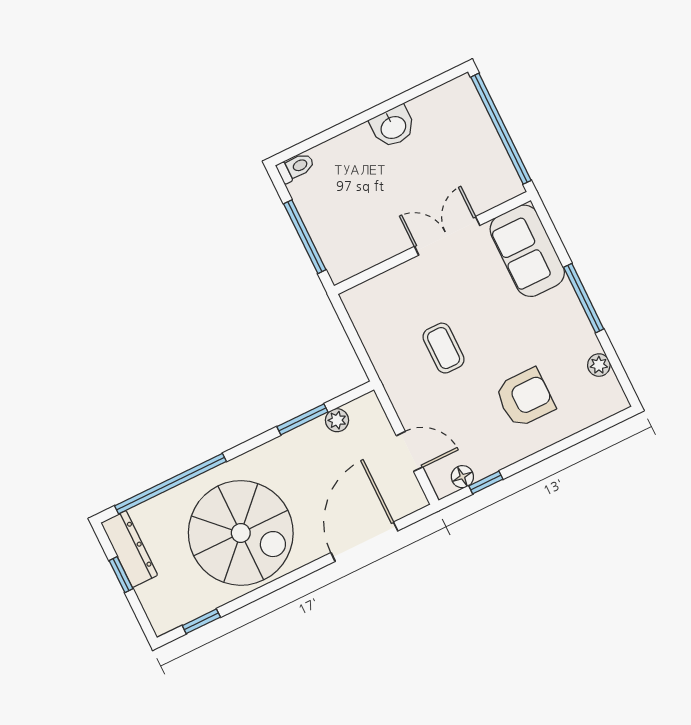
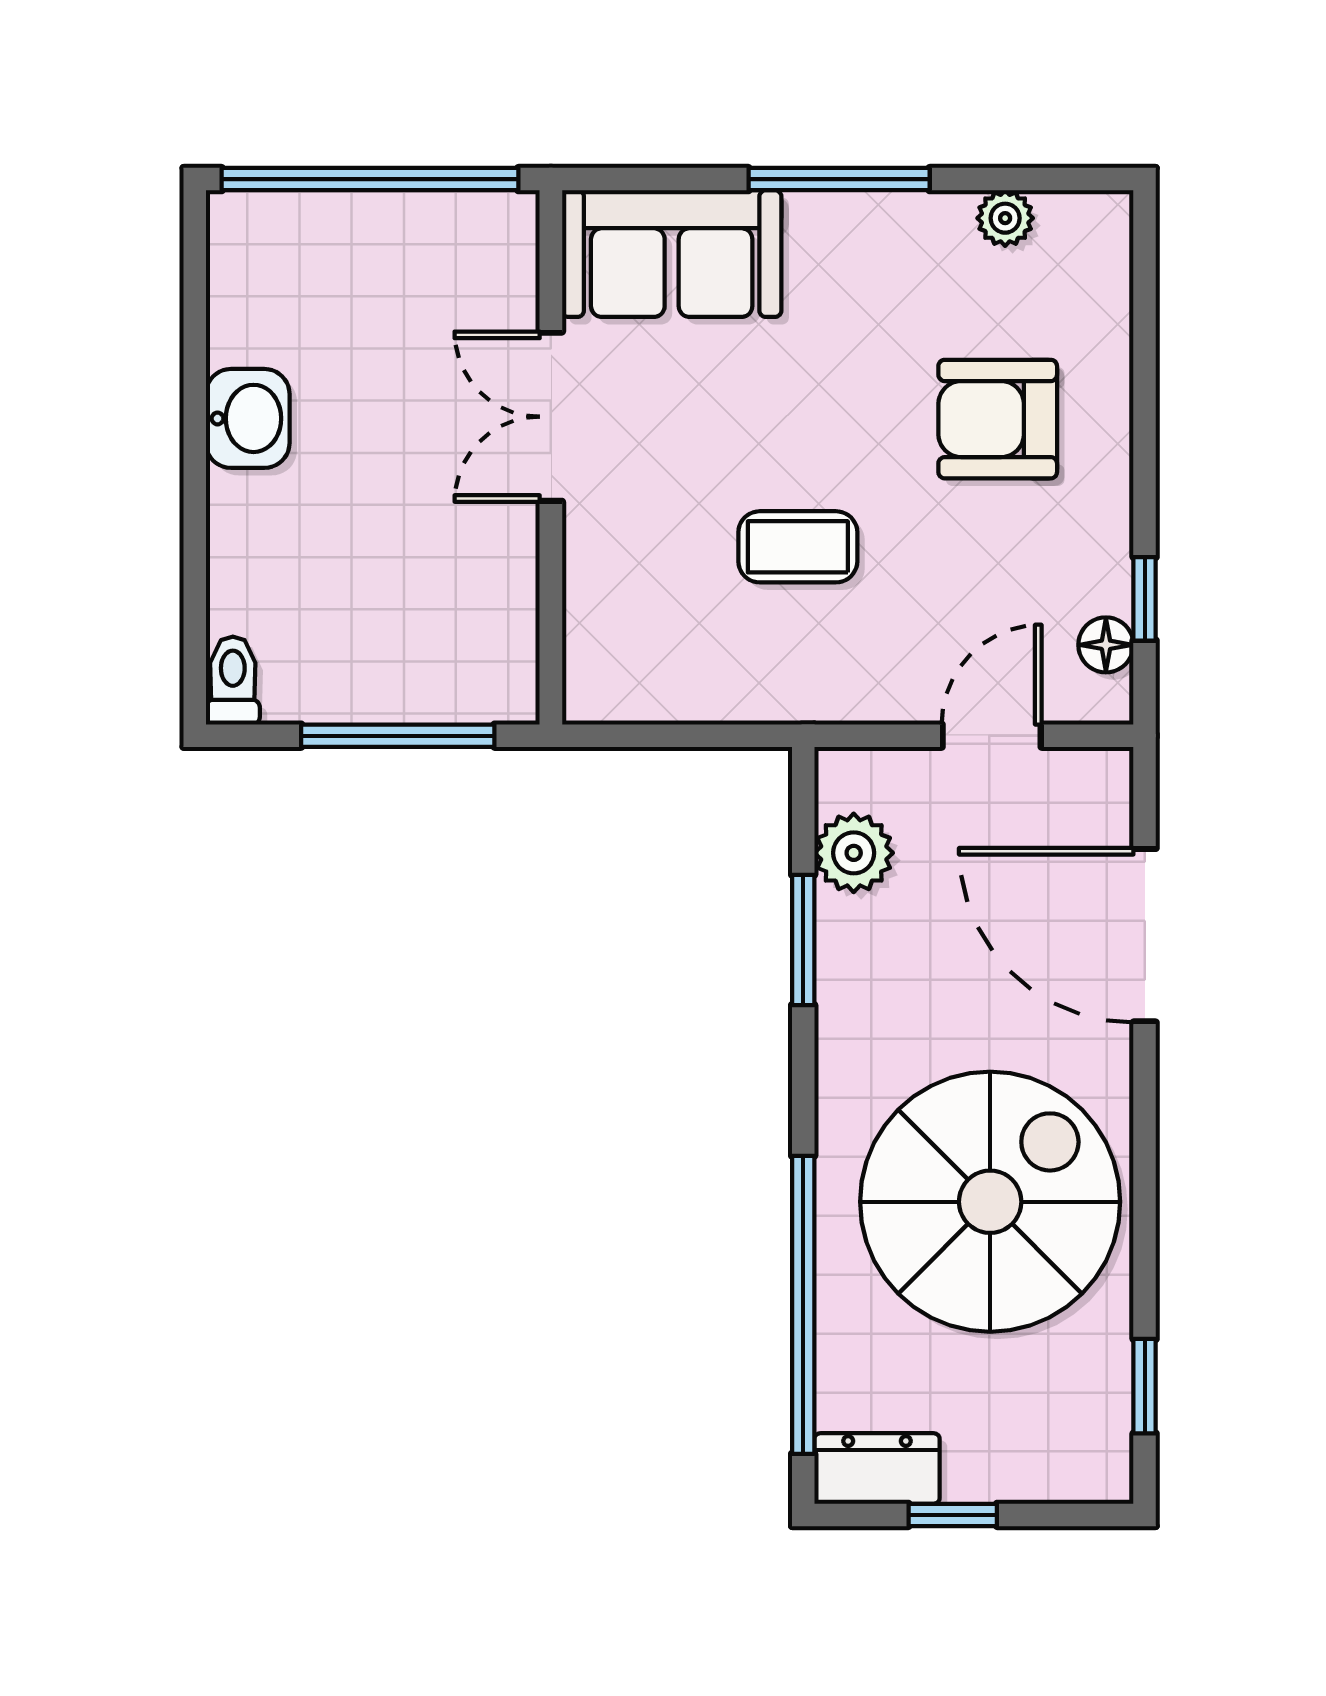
armchair: (525, 398) -> (998, 419), turned -90
plant: (337, 420) -> (854, 853), width x1.38, depth x1.38
dresser: (129, 549) -> (877, 1468), width x0.70

